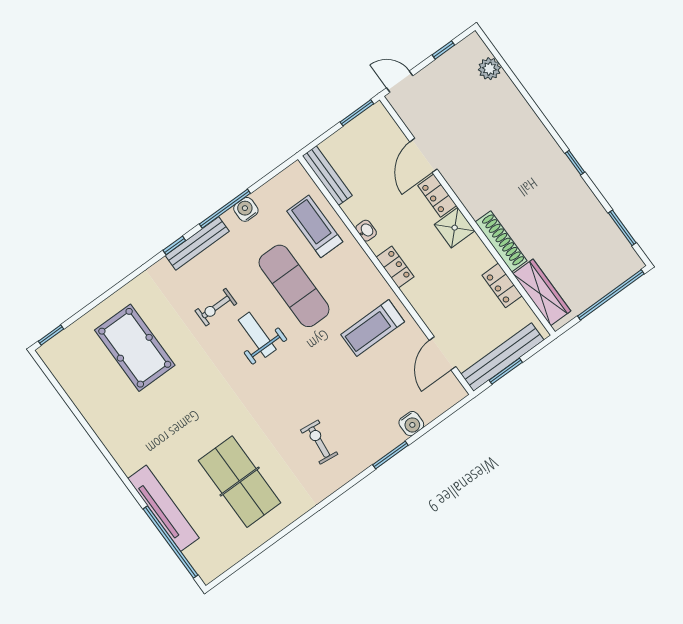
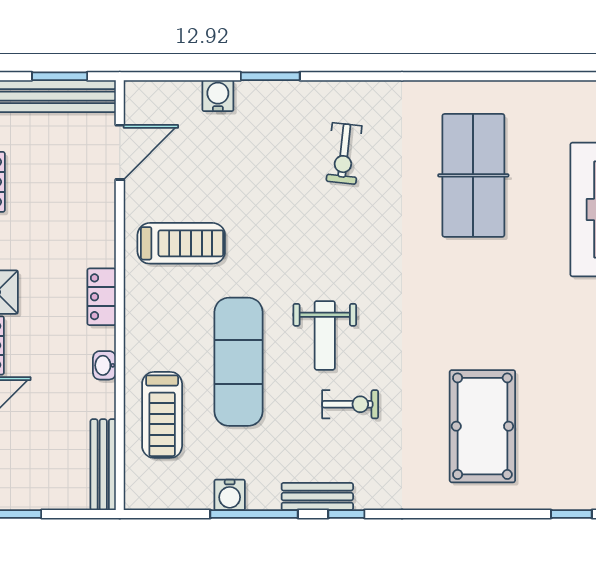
bench: (197, 243) -> (317, 497), width x0.73

